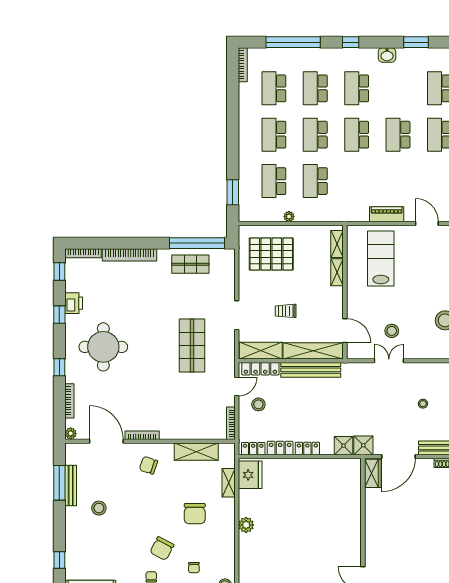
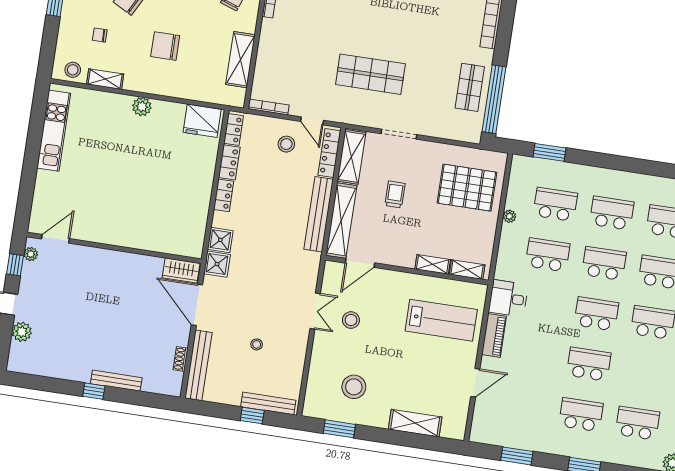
desk: (355, 207) -> (508, 298), added
pallet: (271, 254) -> (467, 188), turned 90
shelving: (229, 483) -> (105, 79), moved

